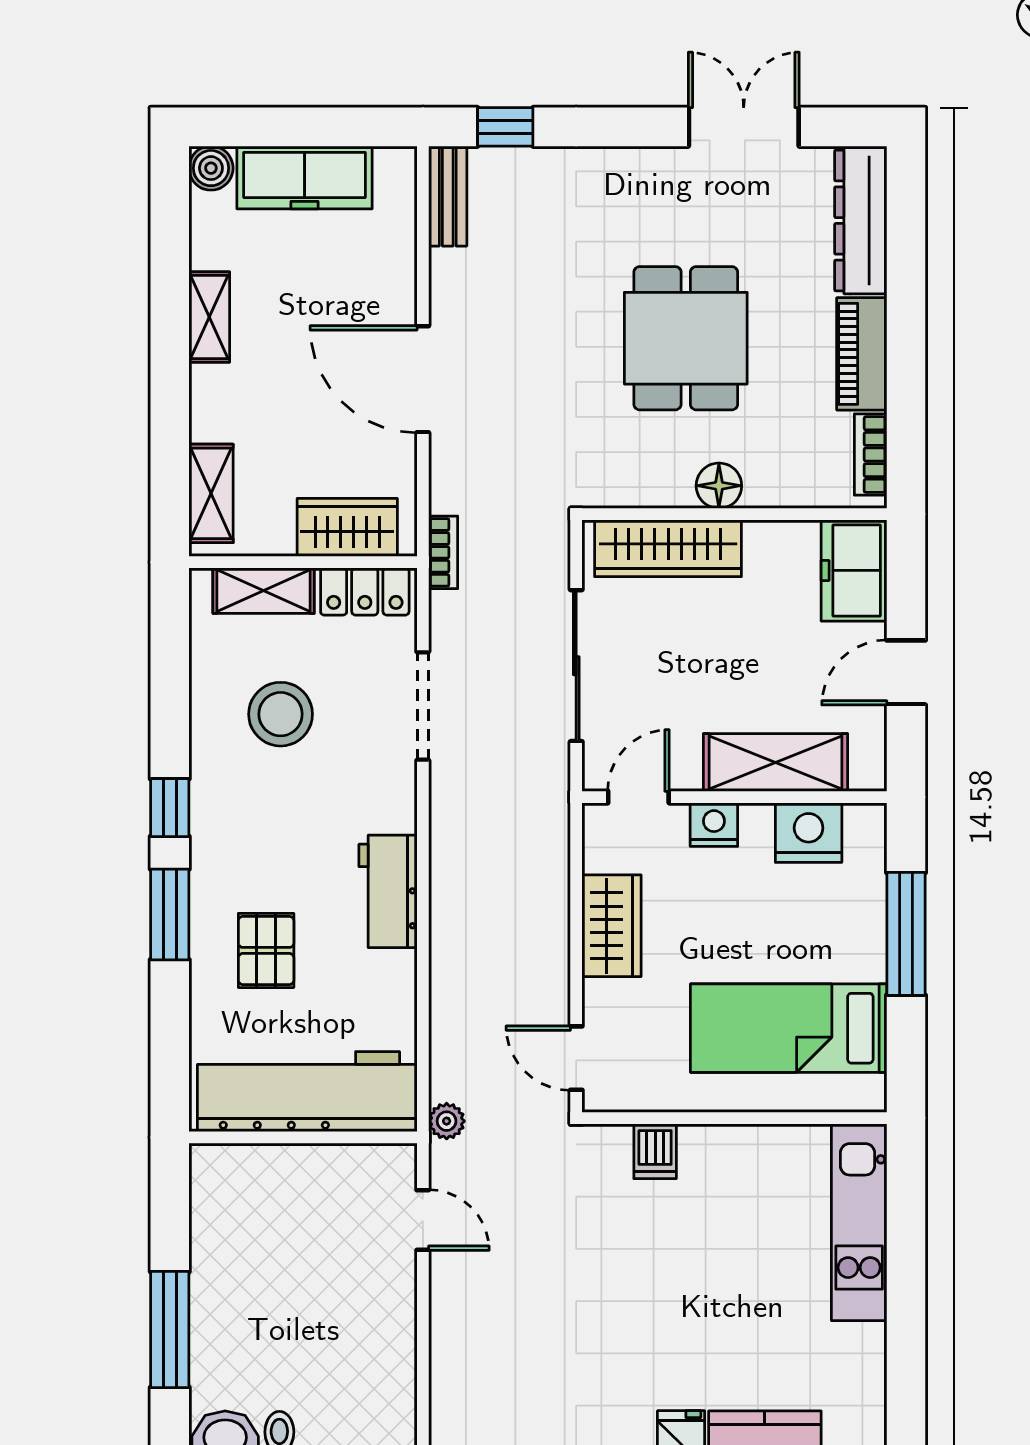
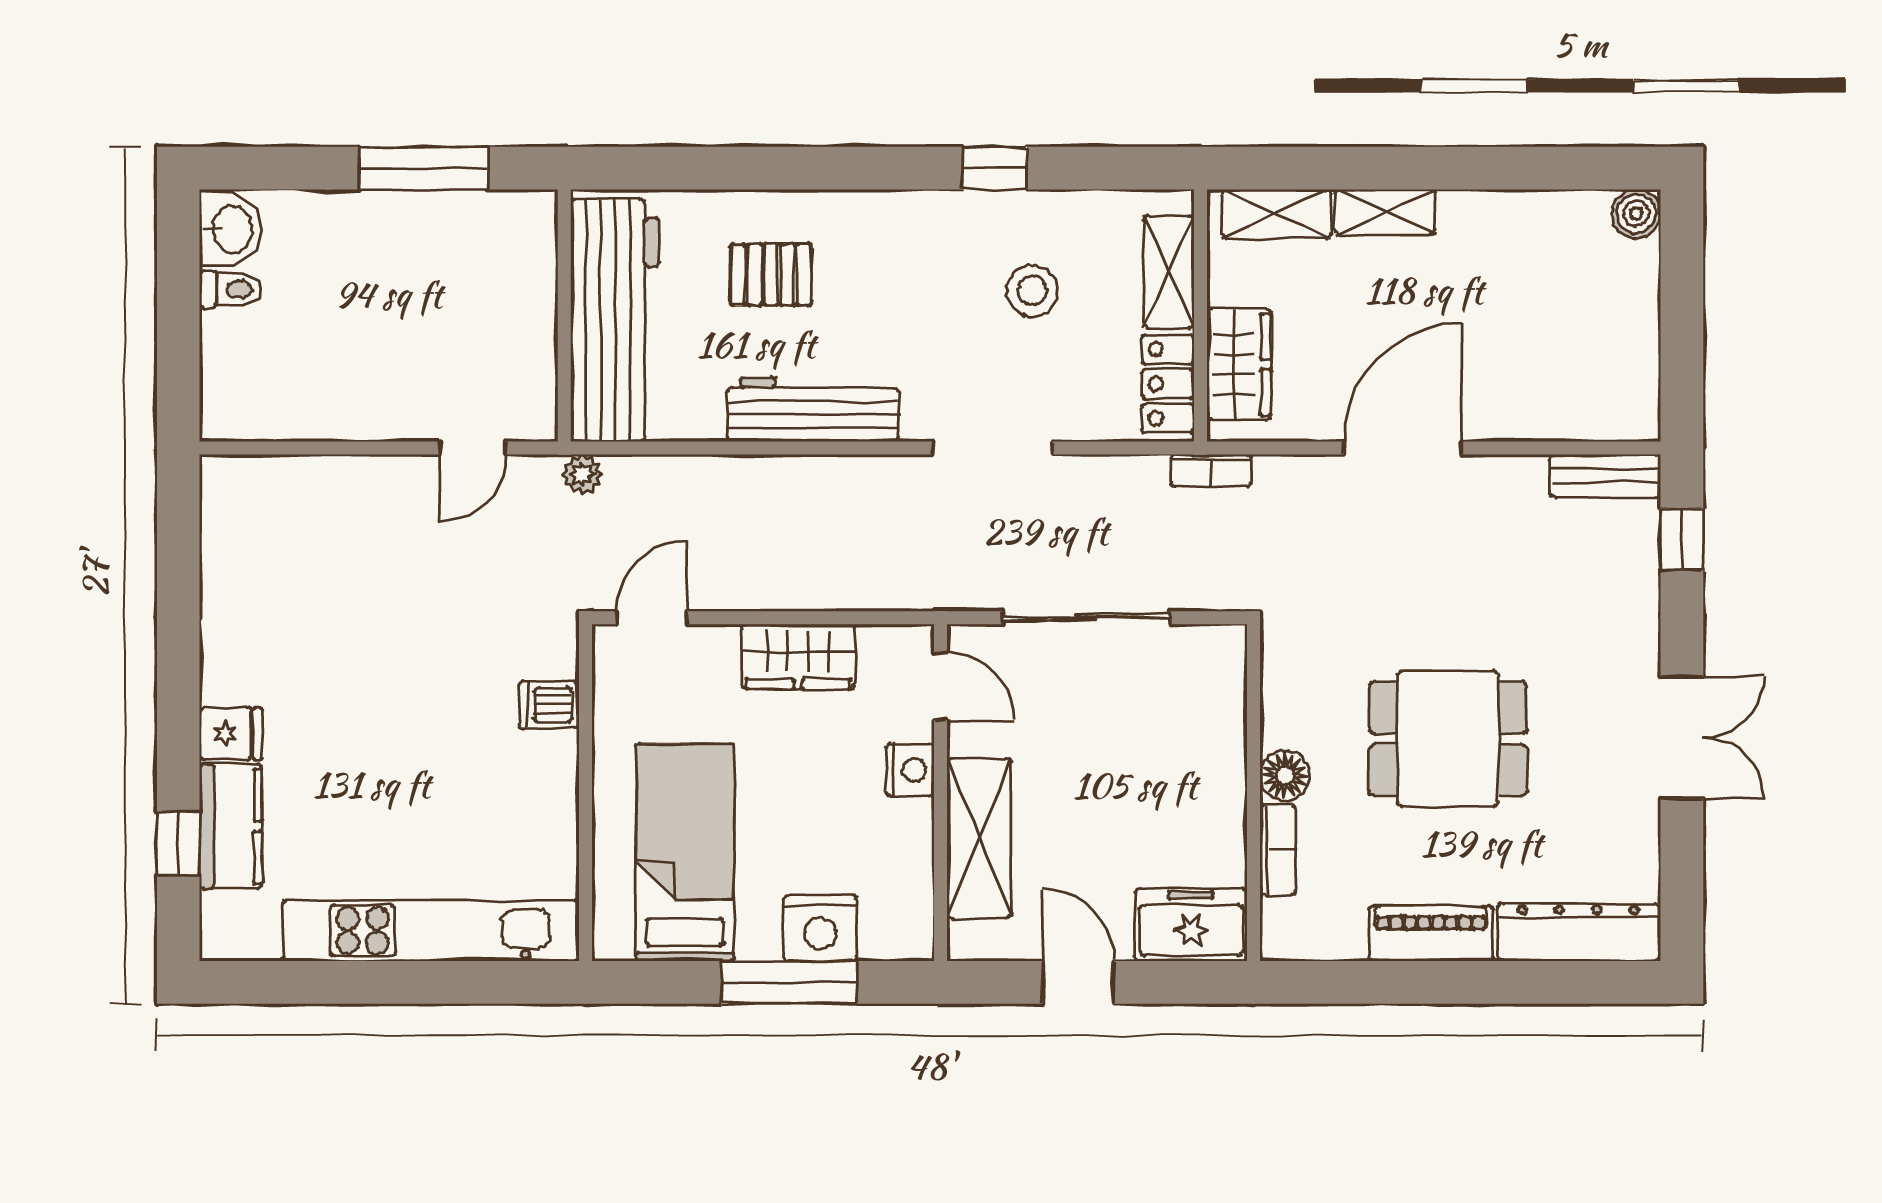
double door: (744, 127) -> (1682, 738), moved
freezer: (305, 177) -> (1626, 317), removed
shelving: (209, 317) -> (1385, 212), moved
bookcase: (871, 455) -> (1278, 850), moved, turned 90
wardrobe: (668, 548) -> (1216, 719), removed
doorway: (423, 706) -> (992, 448), moved
stool: (281, 714) -> (1032, 291), width x0.73, depth x0.73
window: (170, 808) -> (995, 168), moved
nightstand: (809, 833) -> (820, 928), moved, turned 90
workbench: (388, 891) -> (813, 409), width x1.38
window: (170, 914) -> (811, 168), removed
kitchen unit: (859, 1222) -> (431, 931), width x1.36
window: (170, 1330) -> (423, 168), moved

